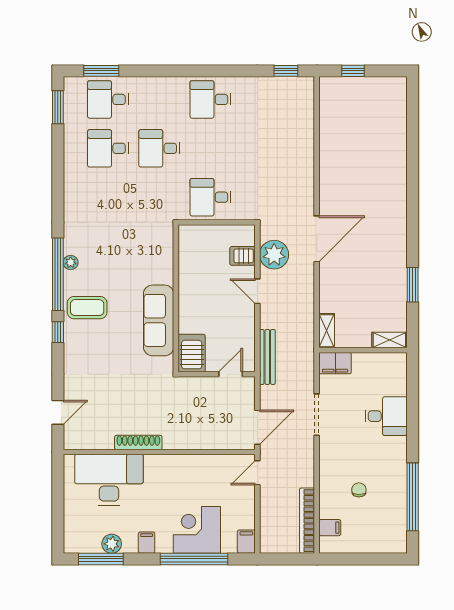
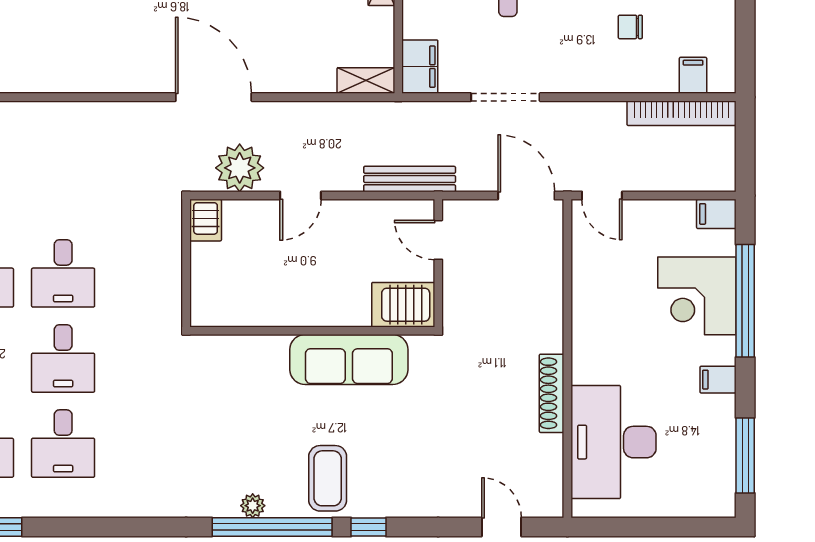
desk: (211, 197) -> (63, 273), moved
server rack: (243, 256) -> (206, 220), moved
plant: (112, 544) -> (720, 438), removed

